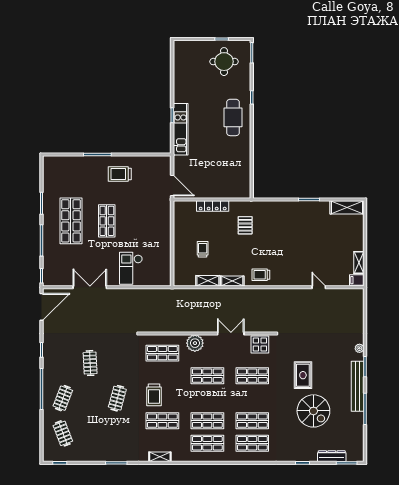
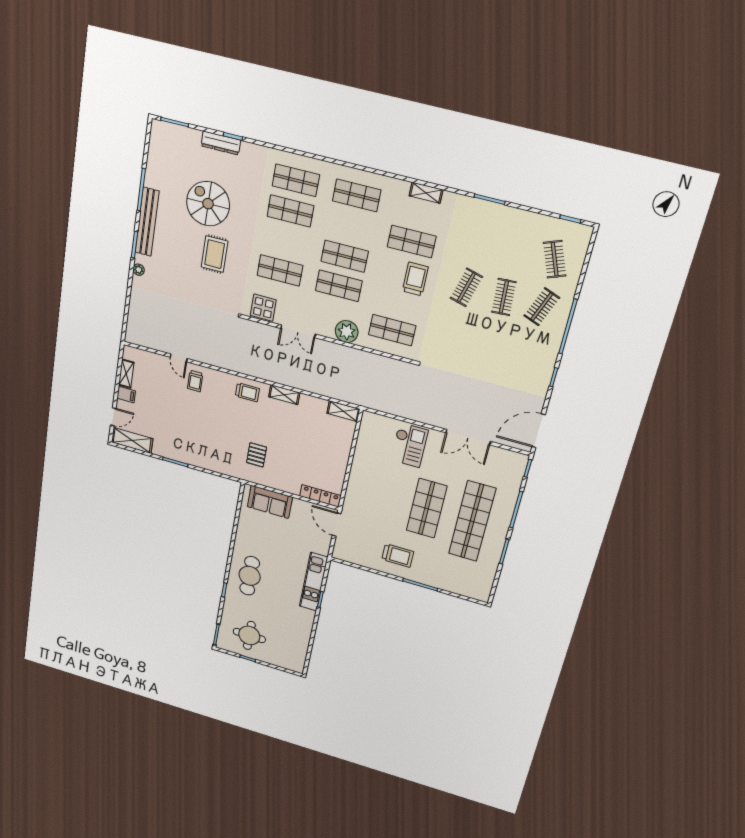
sofa: (228, 188) -> (270, 502), added
locker: (213, 206) -> (320, 496), moved
shop shelf: (71, 221) -> (472, 521), width x1.40
shop shelf: (107, 221) -> (427, 508), width x1.43, depth x1.36
door: (365, 223) -> (113, 417), added
trolley: (203, 249) -> (195, 381), moved
filing cabinet: (357, 280) -> (126, 395), moved
shelving: (208, 281) -> (343, 411), moved
clothes rail: (90, 363) -> (504, 297), moved
shop shelf: (207, 421) -> (345, 256), moved
dresser: (332, 456) -> (221, 143), moved

